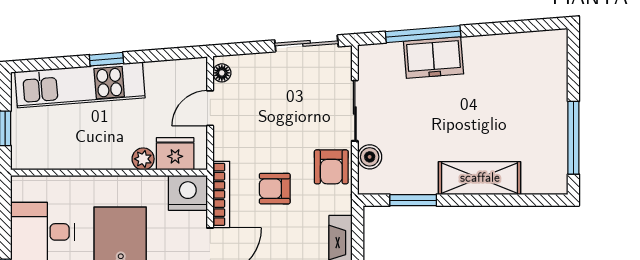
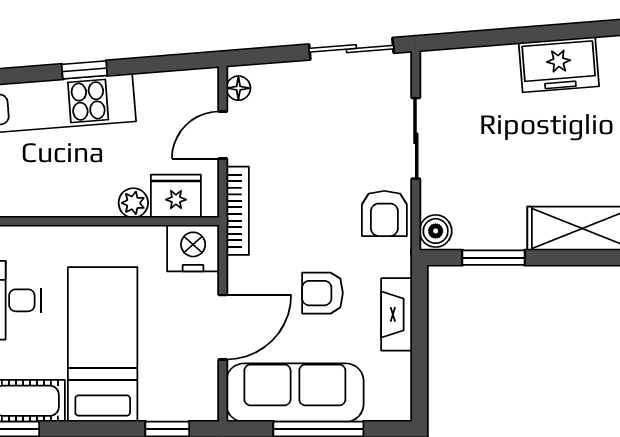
window: (423, 34) -> (507, 36), removed
freezer: (434, 58) -> (559, 65), moved
boiler: (370, 157) -> (436, 231), moved
armchair: (275, 189) -> (322, 293), moved
bookcase: (221, 194) -> (238, 211), moved

